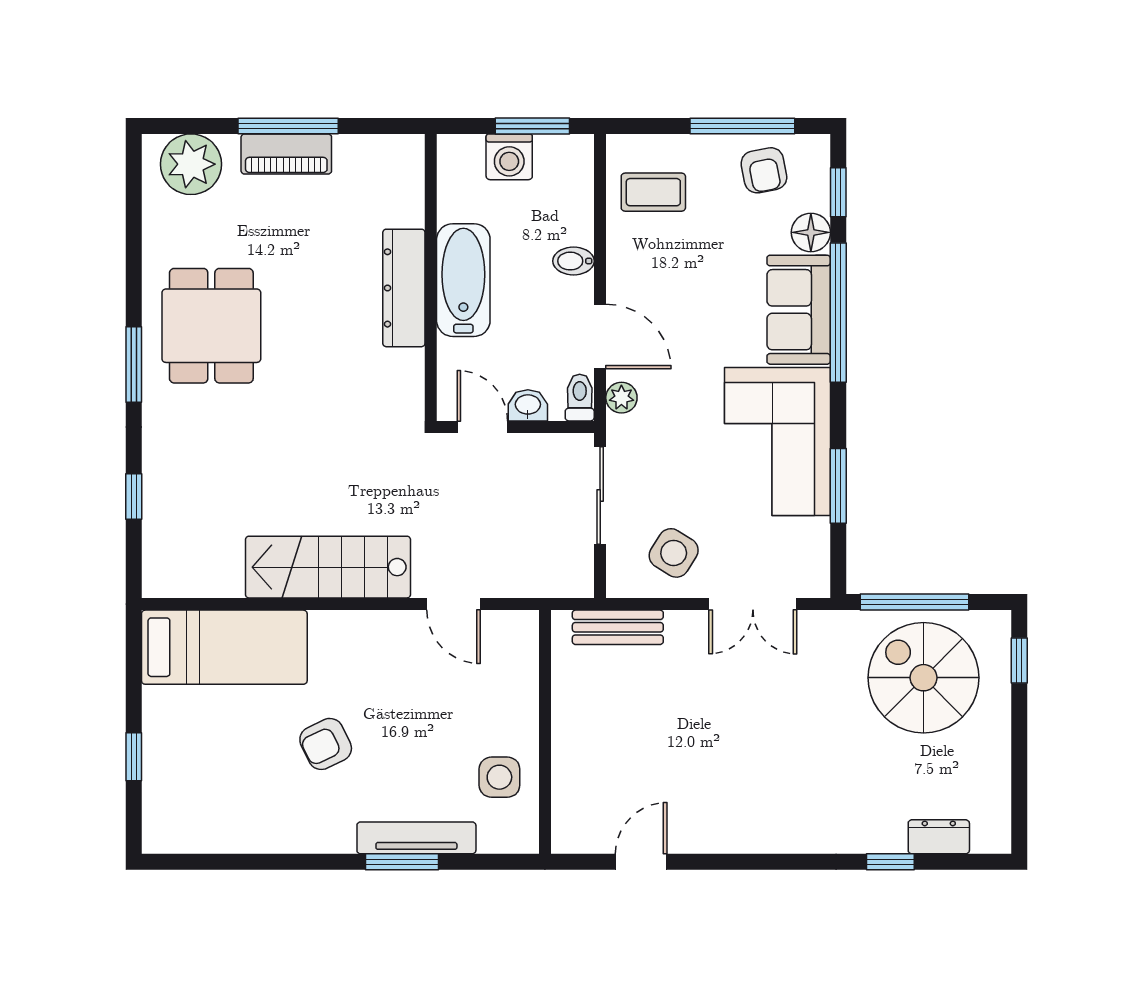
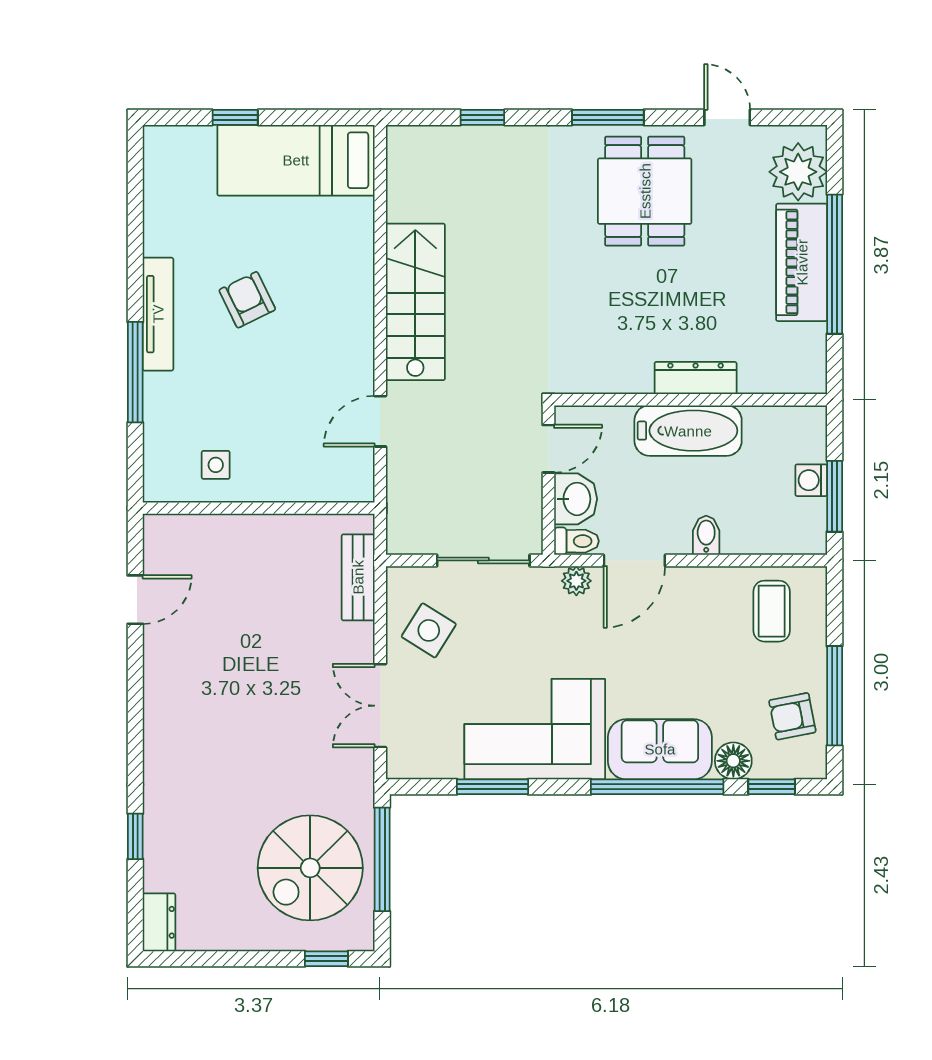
window: (288, 126) -> (835, 264), width x1.46
piano: (286, 154) -> (802, 262), width x1.37, depth x1.33
washing machine: (509, 157) -> (811, 480), width x0.73, depth x0.73
door: (134, 239) -> (727, 117), added
dresser: (404, 288) -> (696, 378), width x0.73, depth x0.80
dining table: (211, 326) -> (645, 191), turned 90
washbasin: (528, 405) -> (576, 499), width x1.38, depth x1.45
bed: (224, 647) -> (296, 160), moved, turned 90
spiral stairs: (924, 678) -> (310, 868), turned 180
side table: (499, 777) -> (216, 465), width x0.73, depth x0.73
dresser: (939, 837) -> (159, 922), moved
tv unit: (416, 838) -> (158, 314), moved
window: (402, 862) -> (135, 372), width x1.44
door: (641, 862) -> (135, 600), hinge flipped

